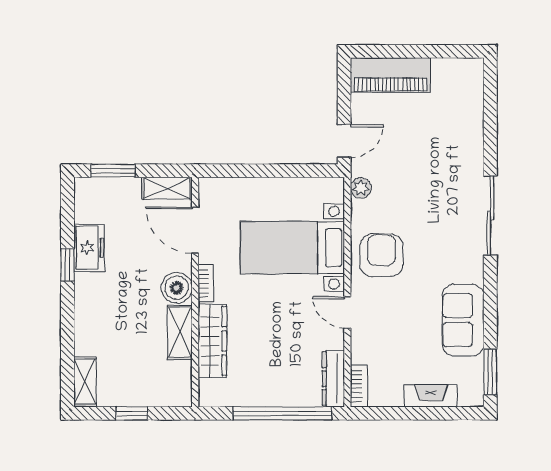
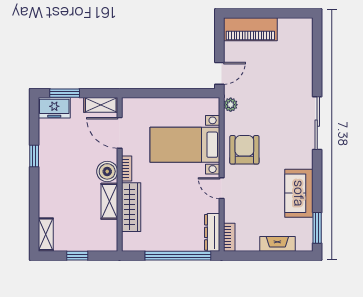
freezer: (89, 248) -> (54, 108), moved, turned 90

